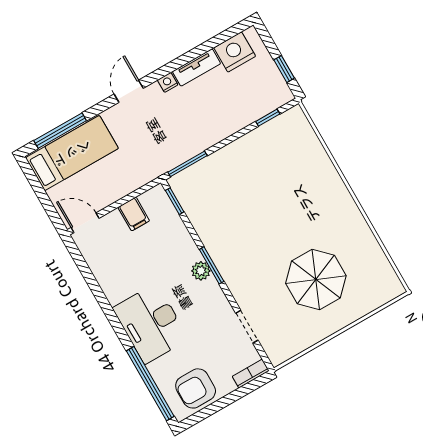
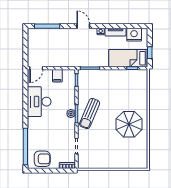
door: (129, 91) -> (83, 26), hinge flipped
bed: (72, 153) -> (128, 58), moved, turned 180
door: (85, 223) -> (36, 68), swing flipped
sun lounger: (236, 251) -> (90, 114), added
parasol: (316, 279) -> (129, 124), moved
desk: (151, 324) -> (39, 102), moved
armchair: (196, 388) -> (42, 159), turned 180

